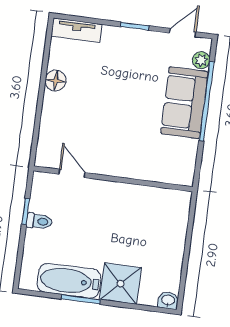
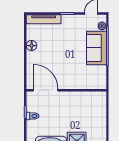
tv unit: (77, 30) -> (44, 19), width x1.41
door: (72, 173) -> (46, 90), width x1.87

